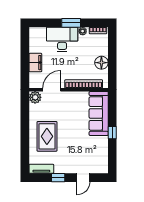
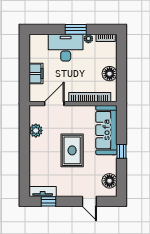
plant: (35, 97) -> (36, 131), moved
rug: (47, 136) -> (72, 150), moved
floor lamp: (101, 159) -> (109, 181), added
window: (58, 178) -> (48, 201), moved
door: (83, 178) -> (89, 201), hinge flipped

